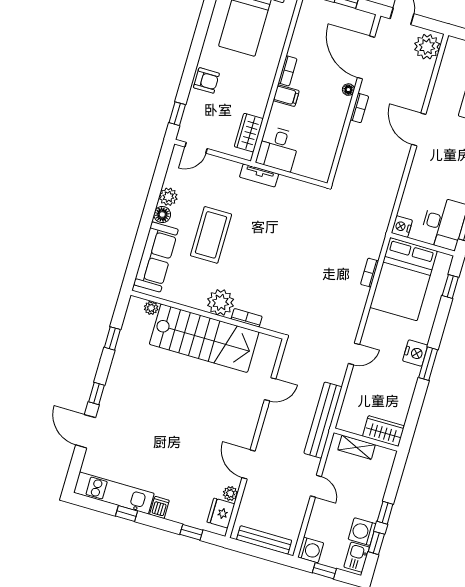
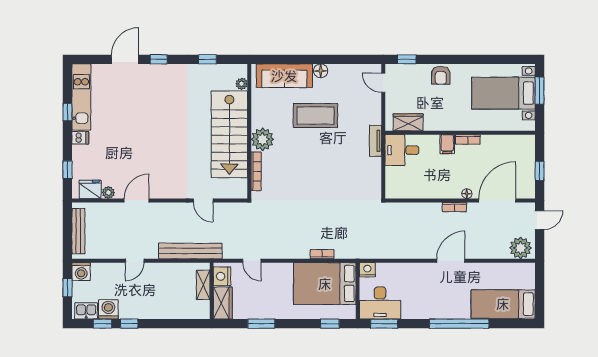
plant: (168, 197) -> (337, 72), removed
bookcase: (247, 318) -> (256, 171), width x1.56
nightstand: (415, 353) -> (222, 276), moved, turned 90
wardrobe: (384, 431) -> (223, 303), moved
wall: (366, 440) -> (212, 291), moved
shelving: (357, 447) -> (203, 285), moved

